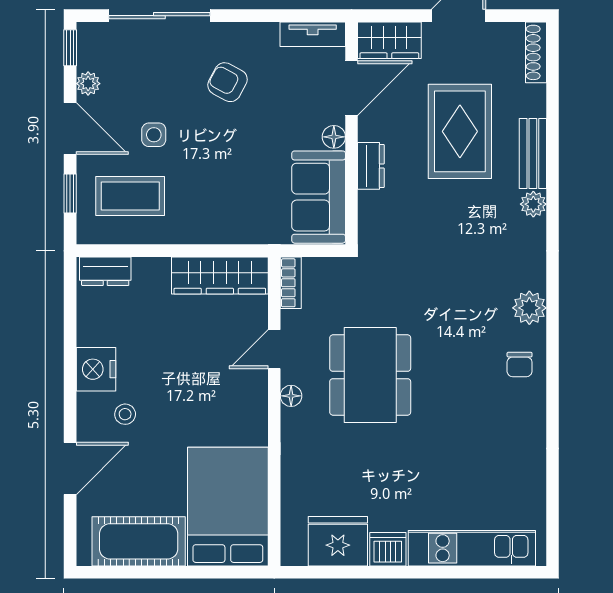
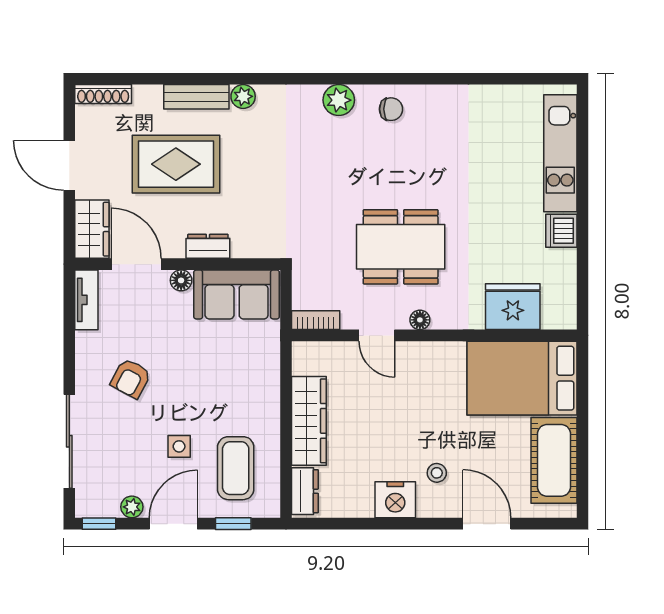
wardrobe: (220, 276) -> (309, 421), moved
fridge: (338, 541) -> (513, 307), moved, turned 90

